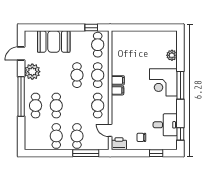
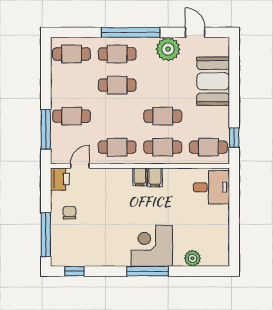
desk: (165, 125) -> (211, 187), moved, turned -90
cafe table: (56, 136) -> (72, 54), moved
window: (156, 153) -> (46, 235), width x2.17

